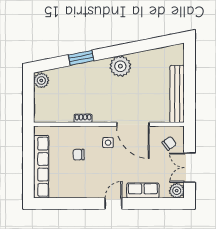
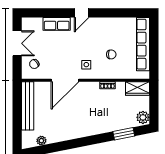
window: (81, 58) -> (124, 134), moved
plant: (120, 66) -> (41, 141), moved, width x0.53, depth x0.53
wardrobe: (48, 115) -> (137, 88), added
door: (133, 124) -> (65, 80), swing flipped
plant: (177, 191) -> (28, 24), removed

